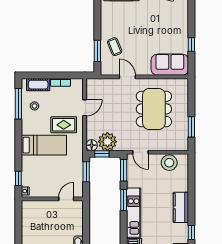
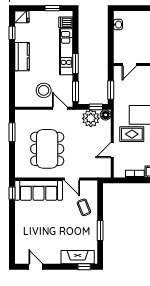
window: (191, 44) -> (12, 193), moved
window: (97, 51) -> (100, 231), moved
sofa: (170, 65) -> (39, 190), width x1.36
stool: (169, 163) -> (44, 90), moved

